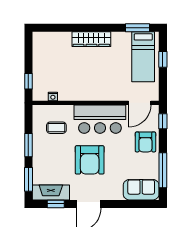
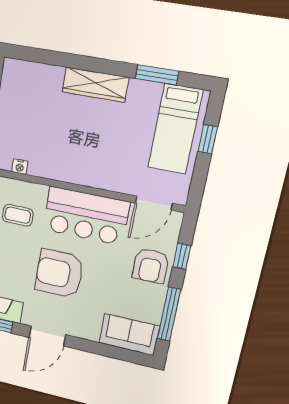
window: (137, 28) -> (157, 75), moved
window: (163, 121) -> (182, 256), moved
armchair: (90, 160) -> (59, 274), turned 90

